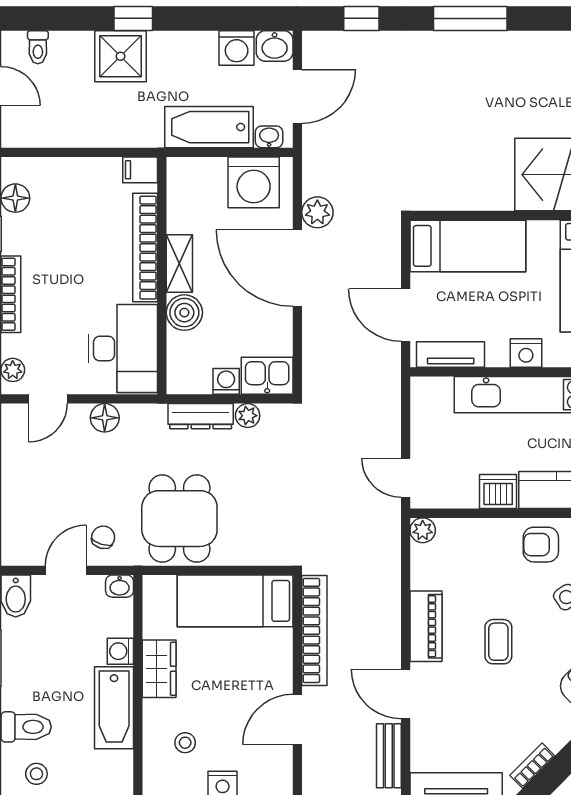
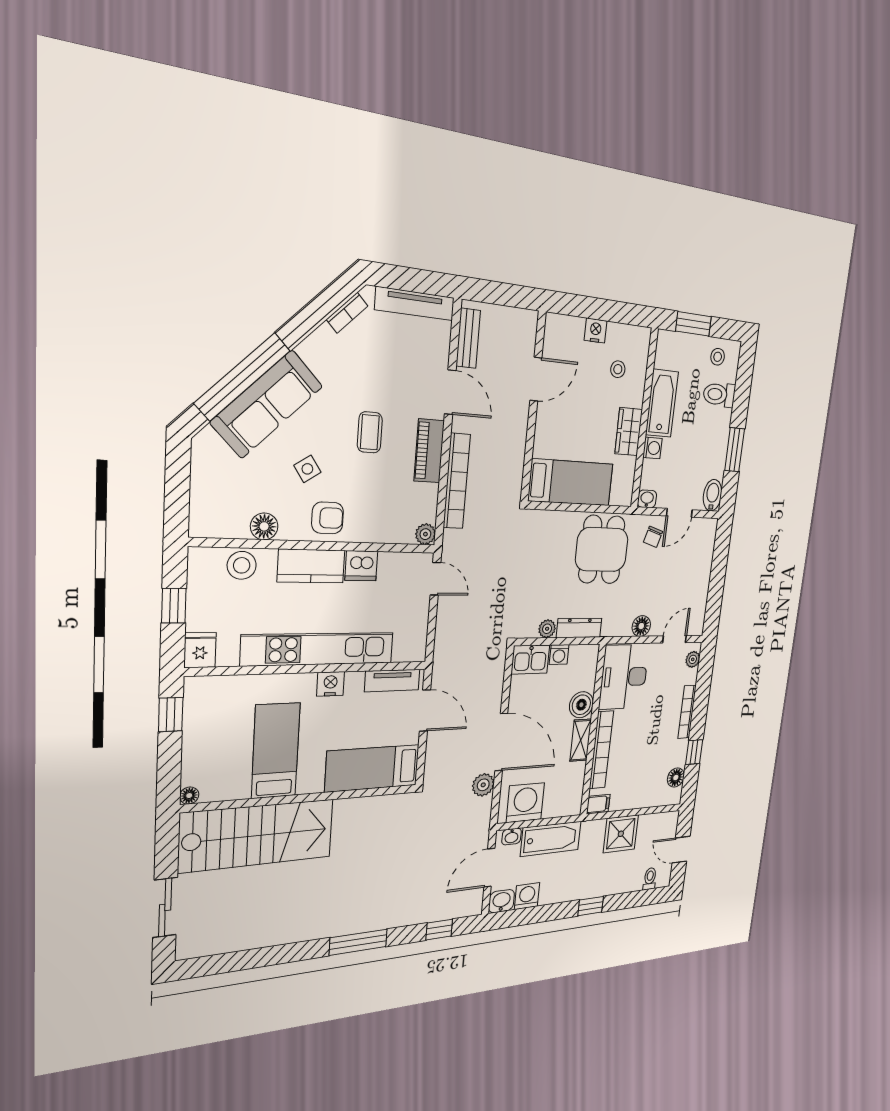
shower: (120, 56) -> (621, 834), moved
bookcase: (314, 630) -> (457, 481), moved, turned 180

